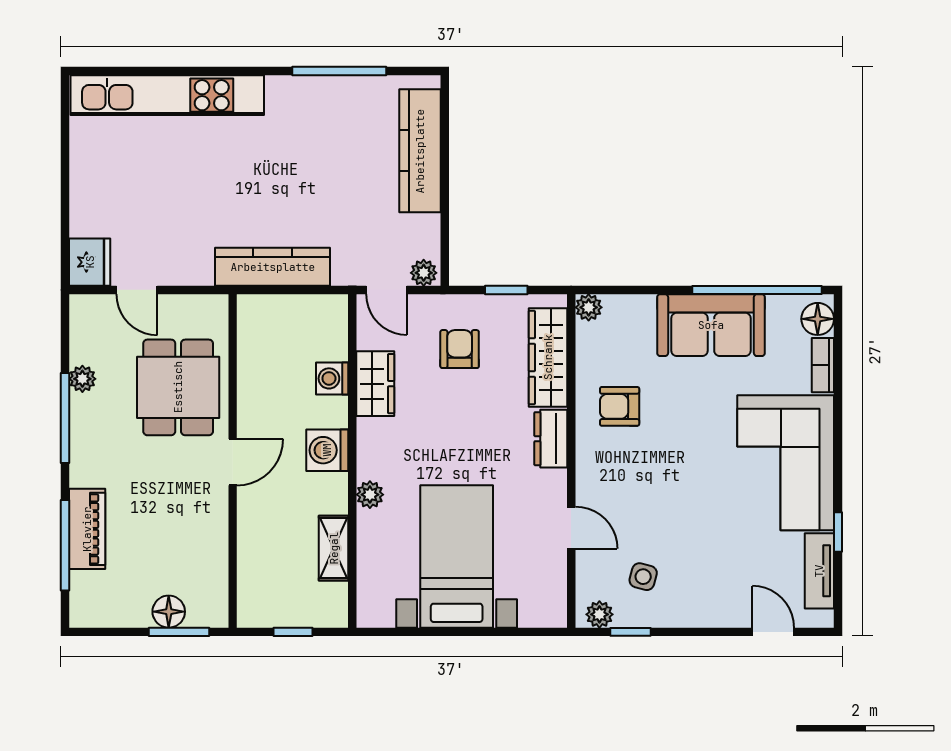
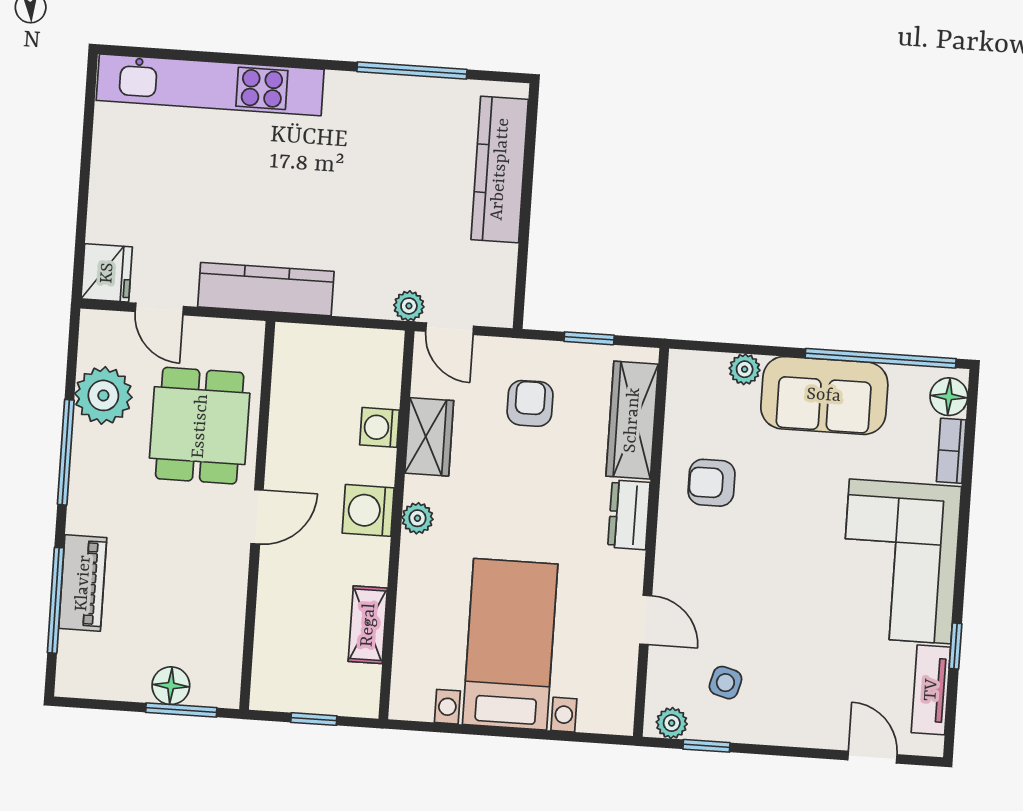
kitchen counter: (273, 267) -> (266, 289), moved
plant: (424, 273) -> (409, 306), moved
plant: (589, 307) -> (745, 369), moved
plant: (82, 379) -> (103, 395), width x1.87, depth x1.87
plant: (370, 495) -> (417, 518), moved

